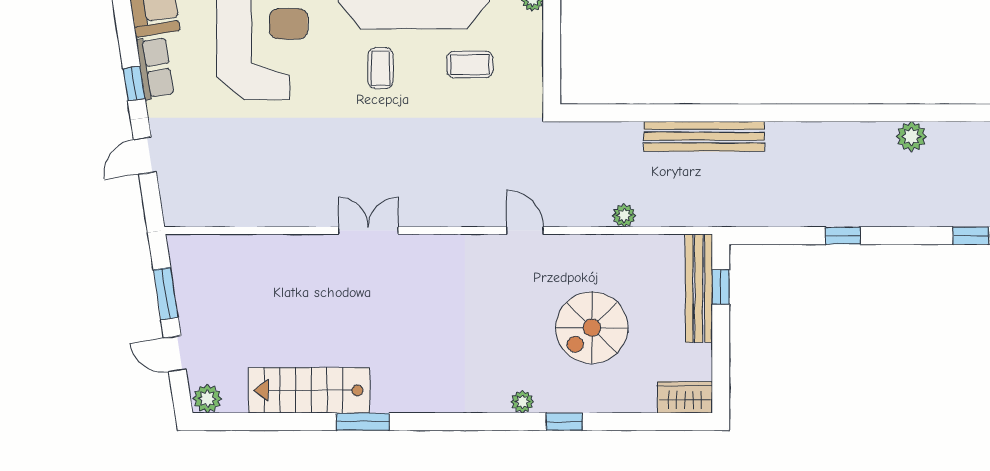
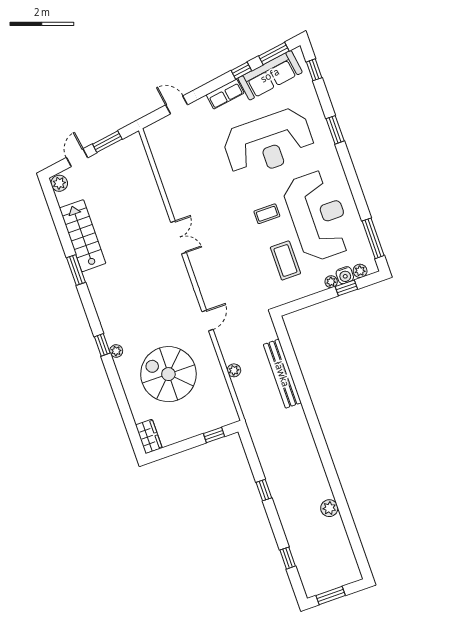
coffee table: (470, 65) -> (285, 260), width x1.36, depth x1.30
window: (134, 83) -> (241, 71), moved
bench: (704, 136) -> (282, 374), moved
bench: (699, 288) -> (209, 424), removed
spiral stairs: (592, 328) -> (168, 374), width x1.37, depth x1.37
window: (564, 422) -> (102, 345), moved

